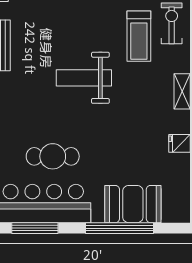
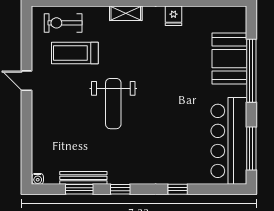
treadmill: (139, 36) -> (75, 53), turned 180
cafe table: (53, 156) -> (185, 132), removed

